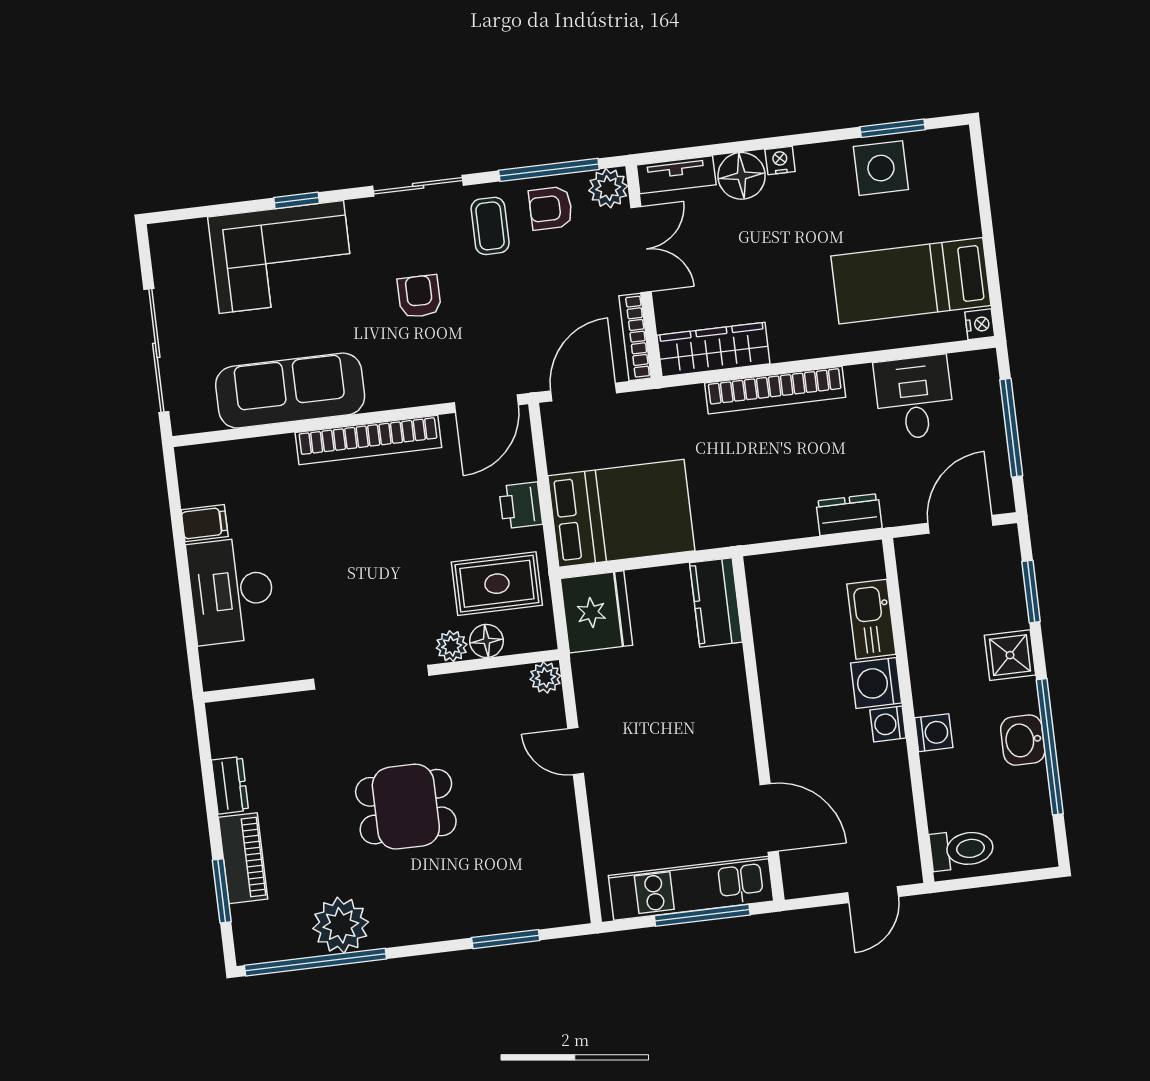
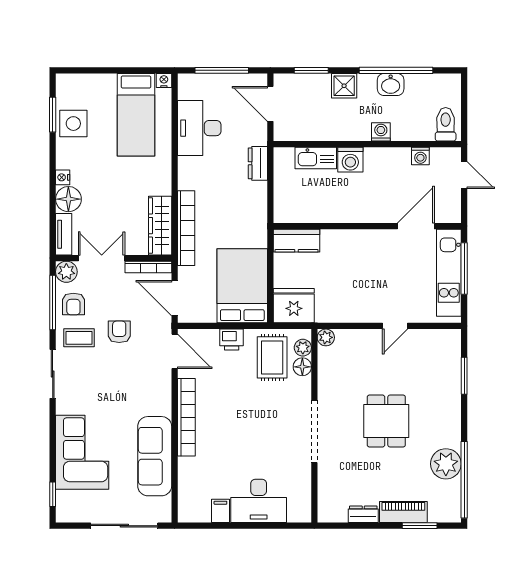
window: (297, 200) -> (53, 494), moved
armchair: (419, 296) -> (119, 332), moved, turned 90
bookcase: (775, 390) -> (186, 228), moved
desk: (914, 398) -> (199, 128), width x1.37
plant: (452, 646) -> (303, 348), moved
washing machine: (888, 724) -> (420, 156), moved
door: (576, 751) -> (395, 326), moved

